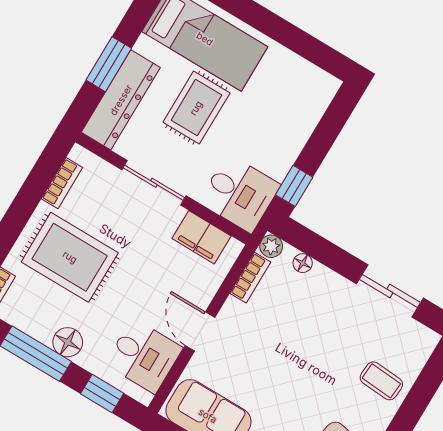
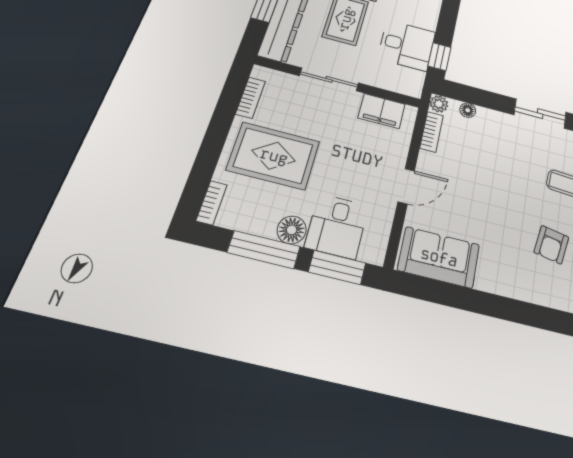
desk: (240, 193) -> (407, 45), moved
door: (200, 331) -> (406, 186), swing flipped
desk: (144, 356) -> (337, 226), moved, turned 90
window: (102, 394) -> (337, 267), width x1.50

